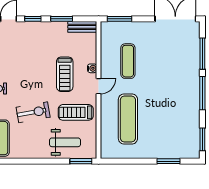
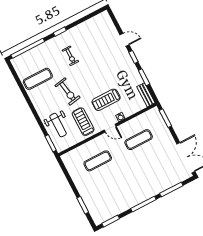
exercise mat: (128, 119) -> (98, 161), width x0.73, depth x0.69

